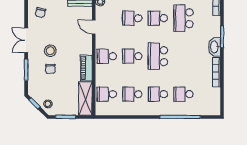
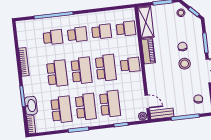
school desk: (132, 18) -> (110, 104), width x1.85
school desk: (158, 18) -> (86, 107), width x1.85
door: (94, 27) -> (147, 102), moved
washbasin: (215, 47) -> (31, 106), moved
school desk: (132, 56) -> (106, 68), width x1.85
school desk: (183, 56) -> (57, 73), added

